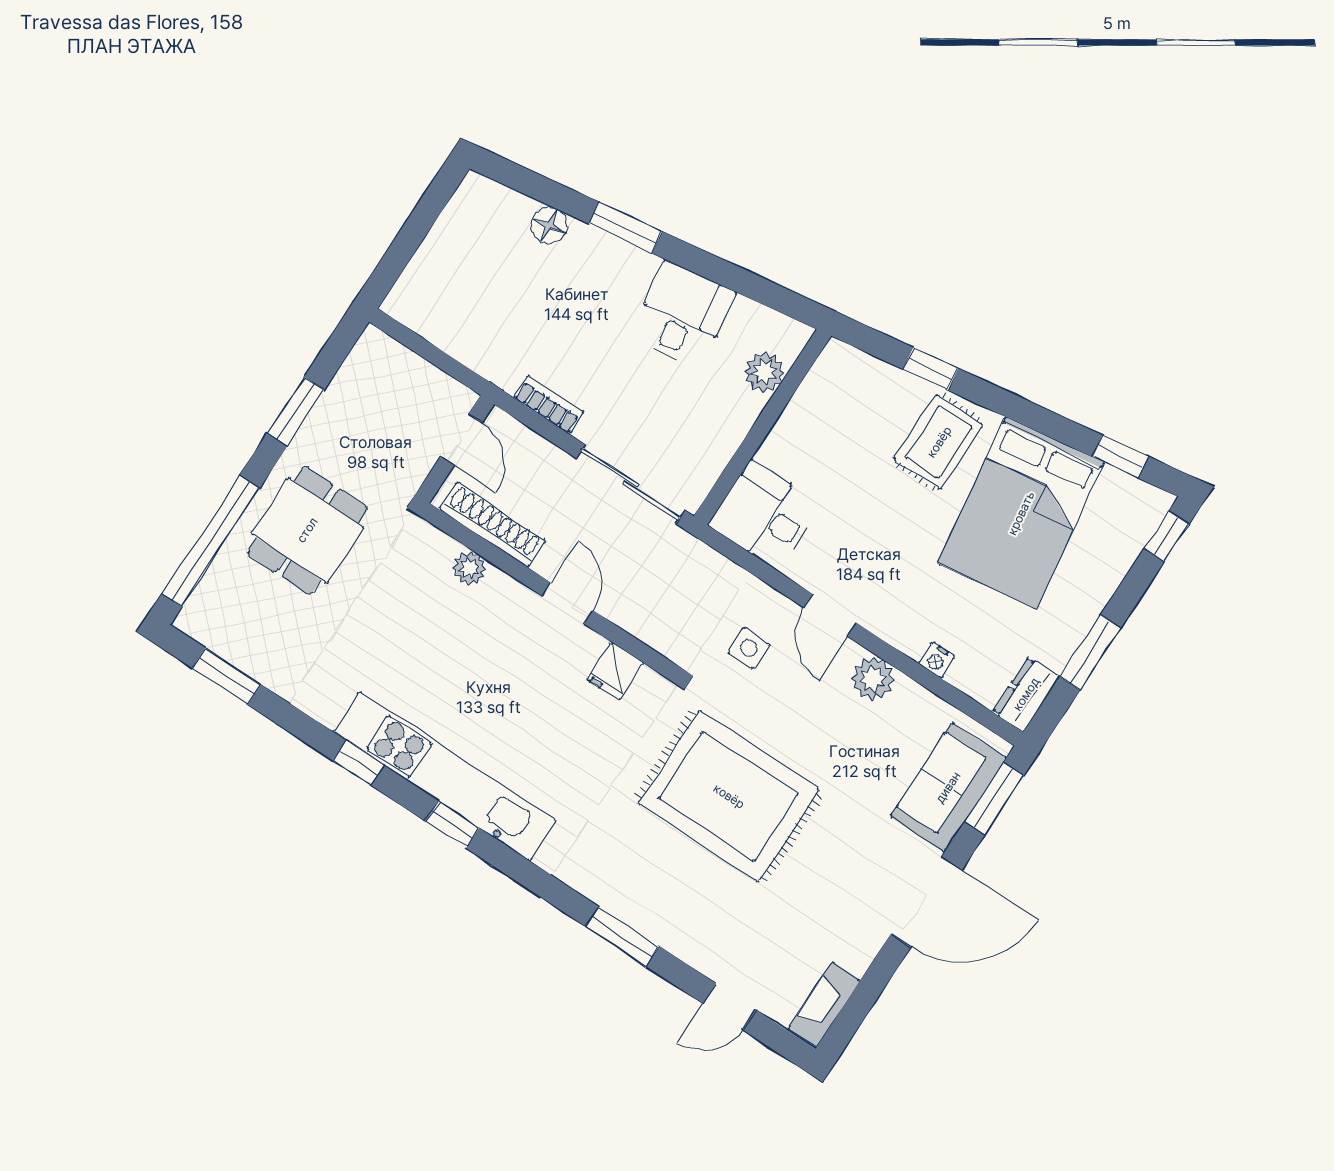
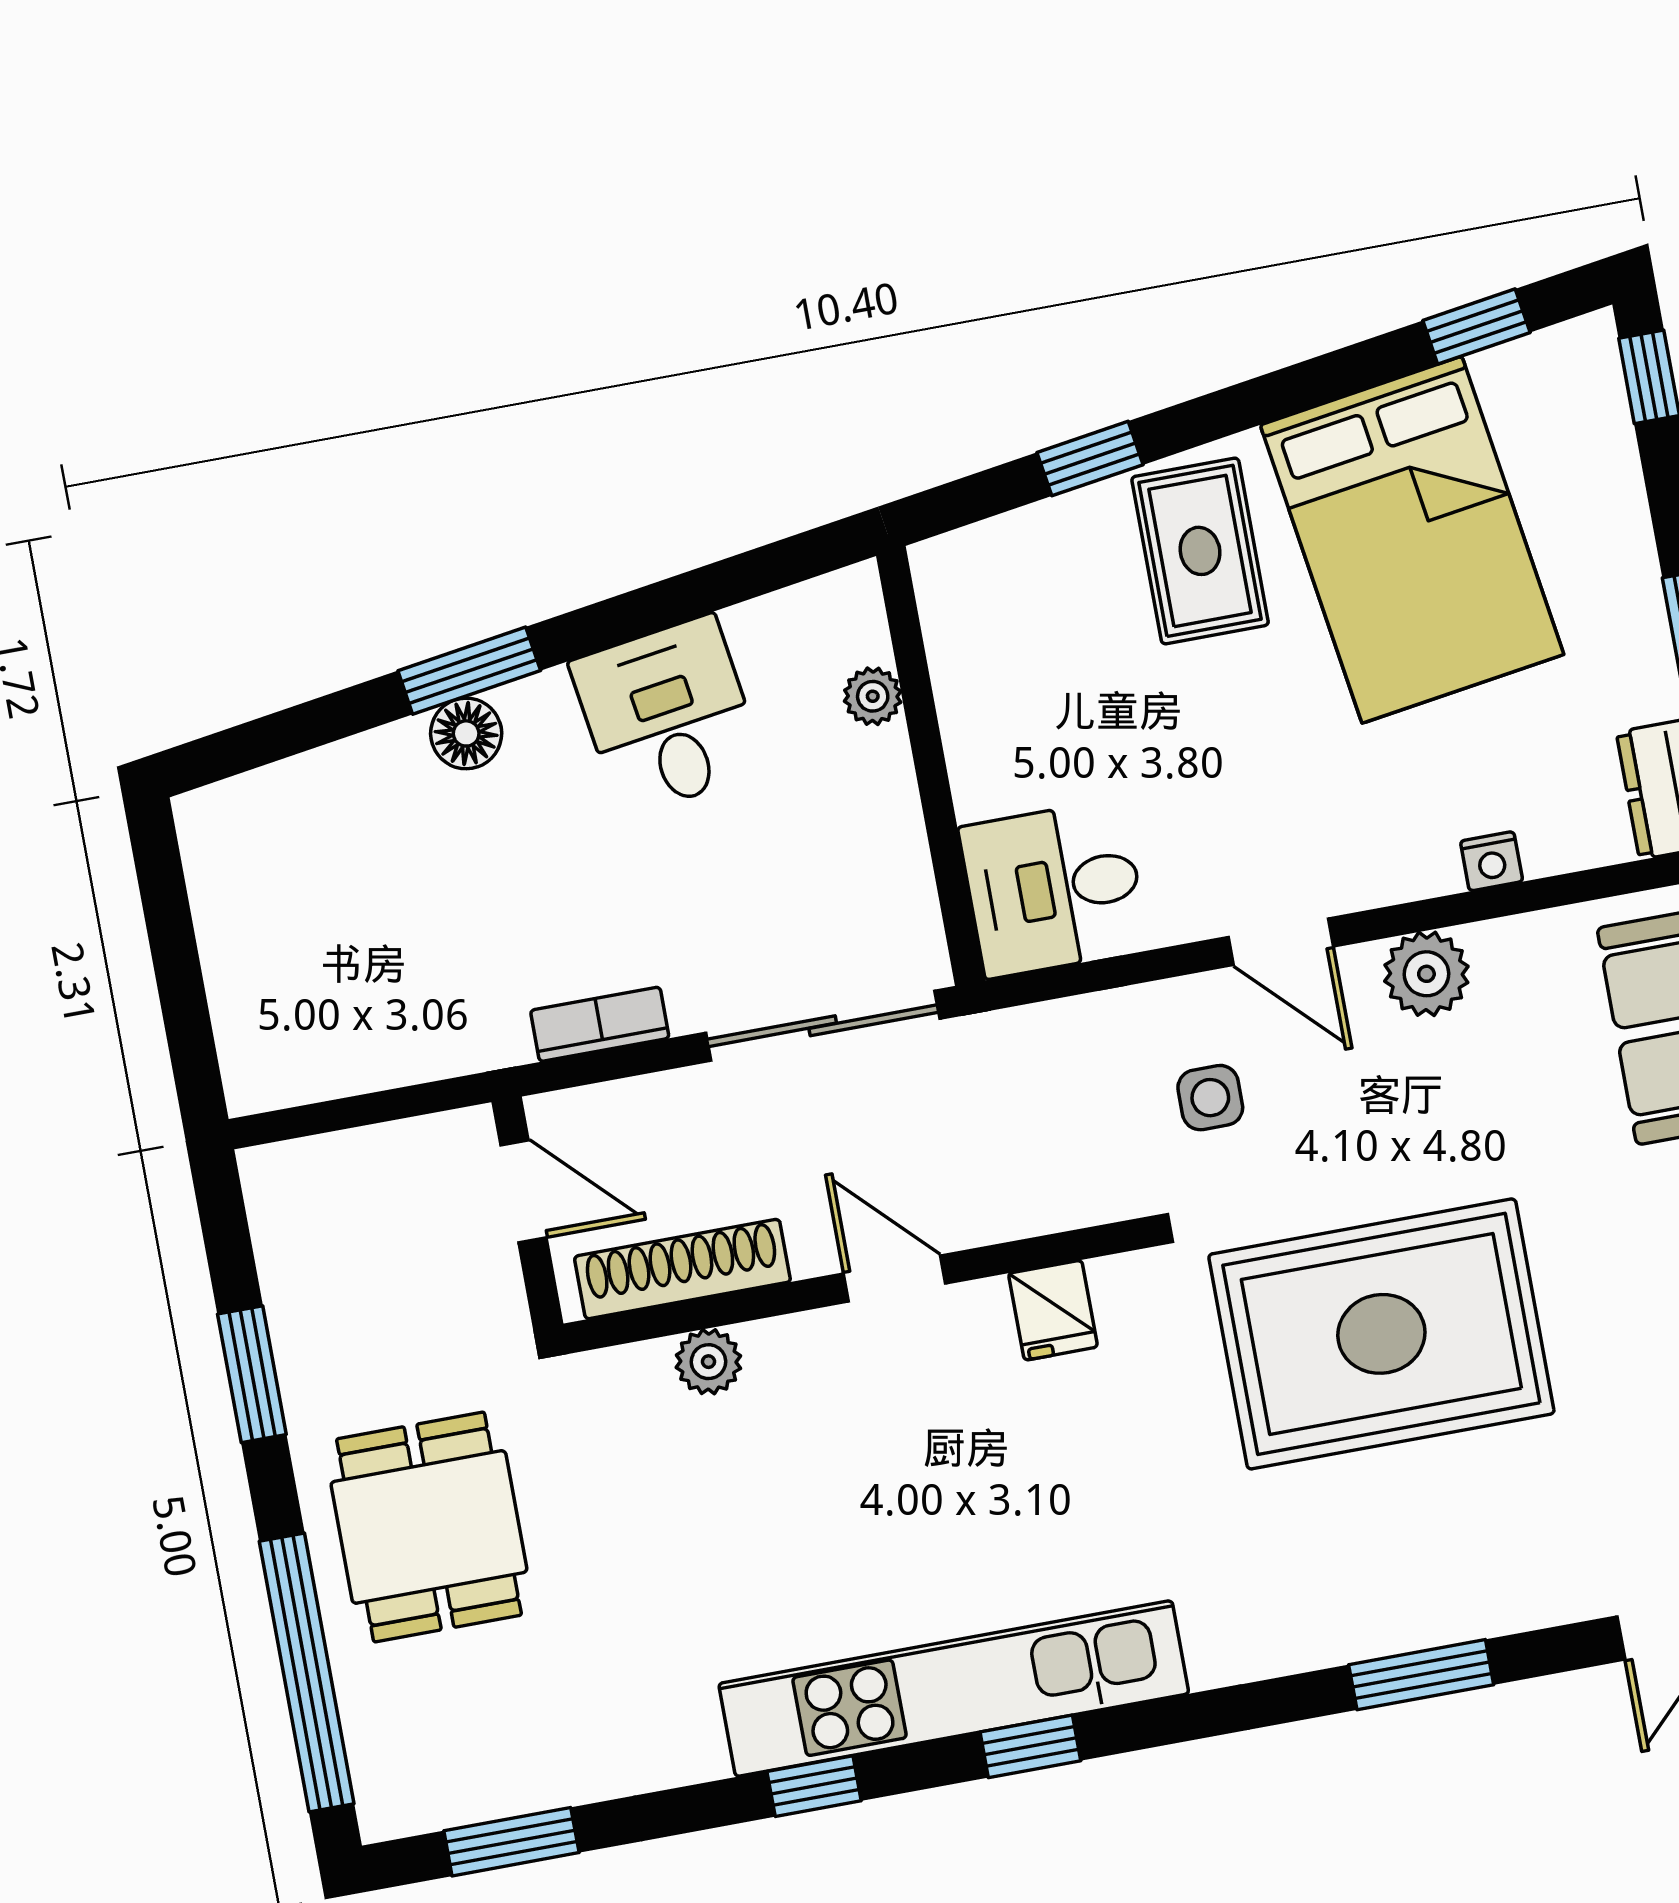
floor lamp: (549, 225) -> (466, 733), moved
plant: (764, 372) -> (873, 696), width x0.73, depth x0.73

